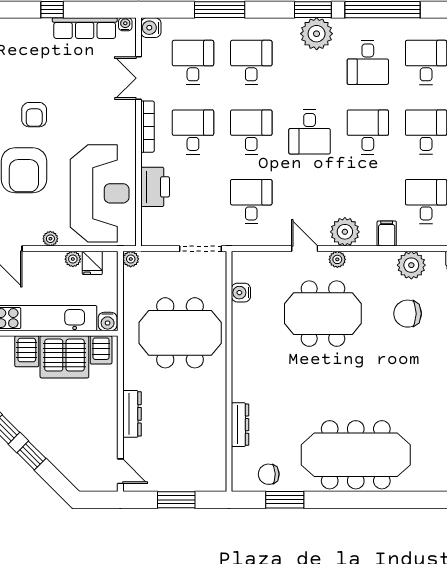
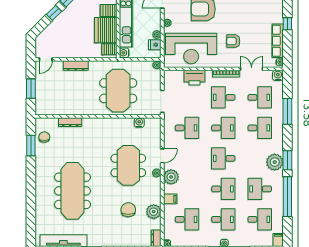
armchair: (34, 115) -> (233, 41), moved
desk: (193, 132) -> (223, 97), turned 180
meeting table: (356, 455) -> (72, 191), moved

